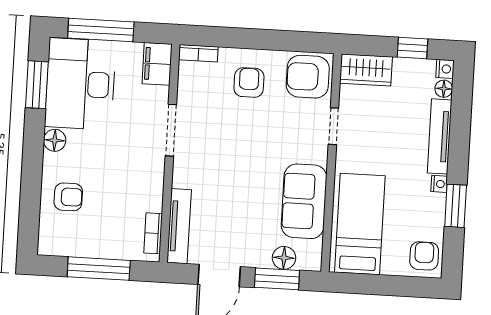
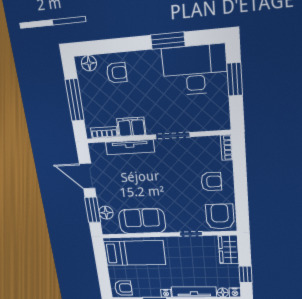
window: (101, 30) -> (235, 79), width x0.69
filing cabinet: (157, 64) -> (131, 127), moved
window: (37, 85) -> (168, 41), moved
floor lamp: (55, 140) -> (89, 63), moved
armchair: (68, 197) -> (117, 73), turned -90
tv unit: (179, 226) -> (130, 147), moved

